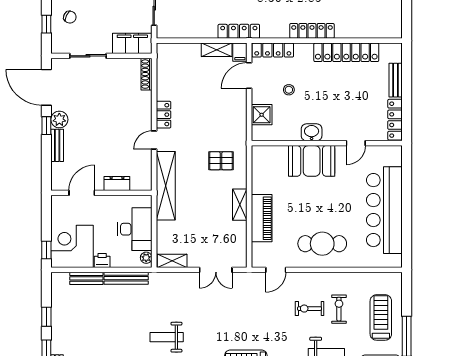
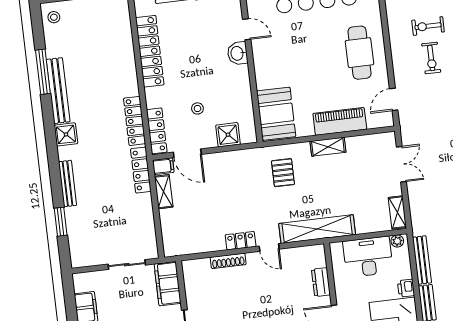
locker: (312, 31) -> (135, 121), moved
shoe rack: (146, 74) -> (228, 261), moved
washbasin: (312, 132) -> (238, 53), moved
booth: (312, 161) -> (276, 114), moved
door: (276, 270) -> (394, 99), swing flipped

